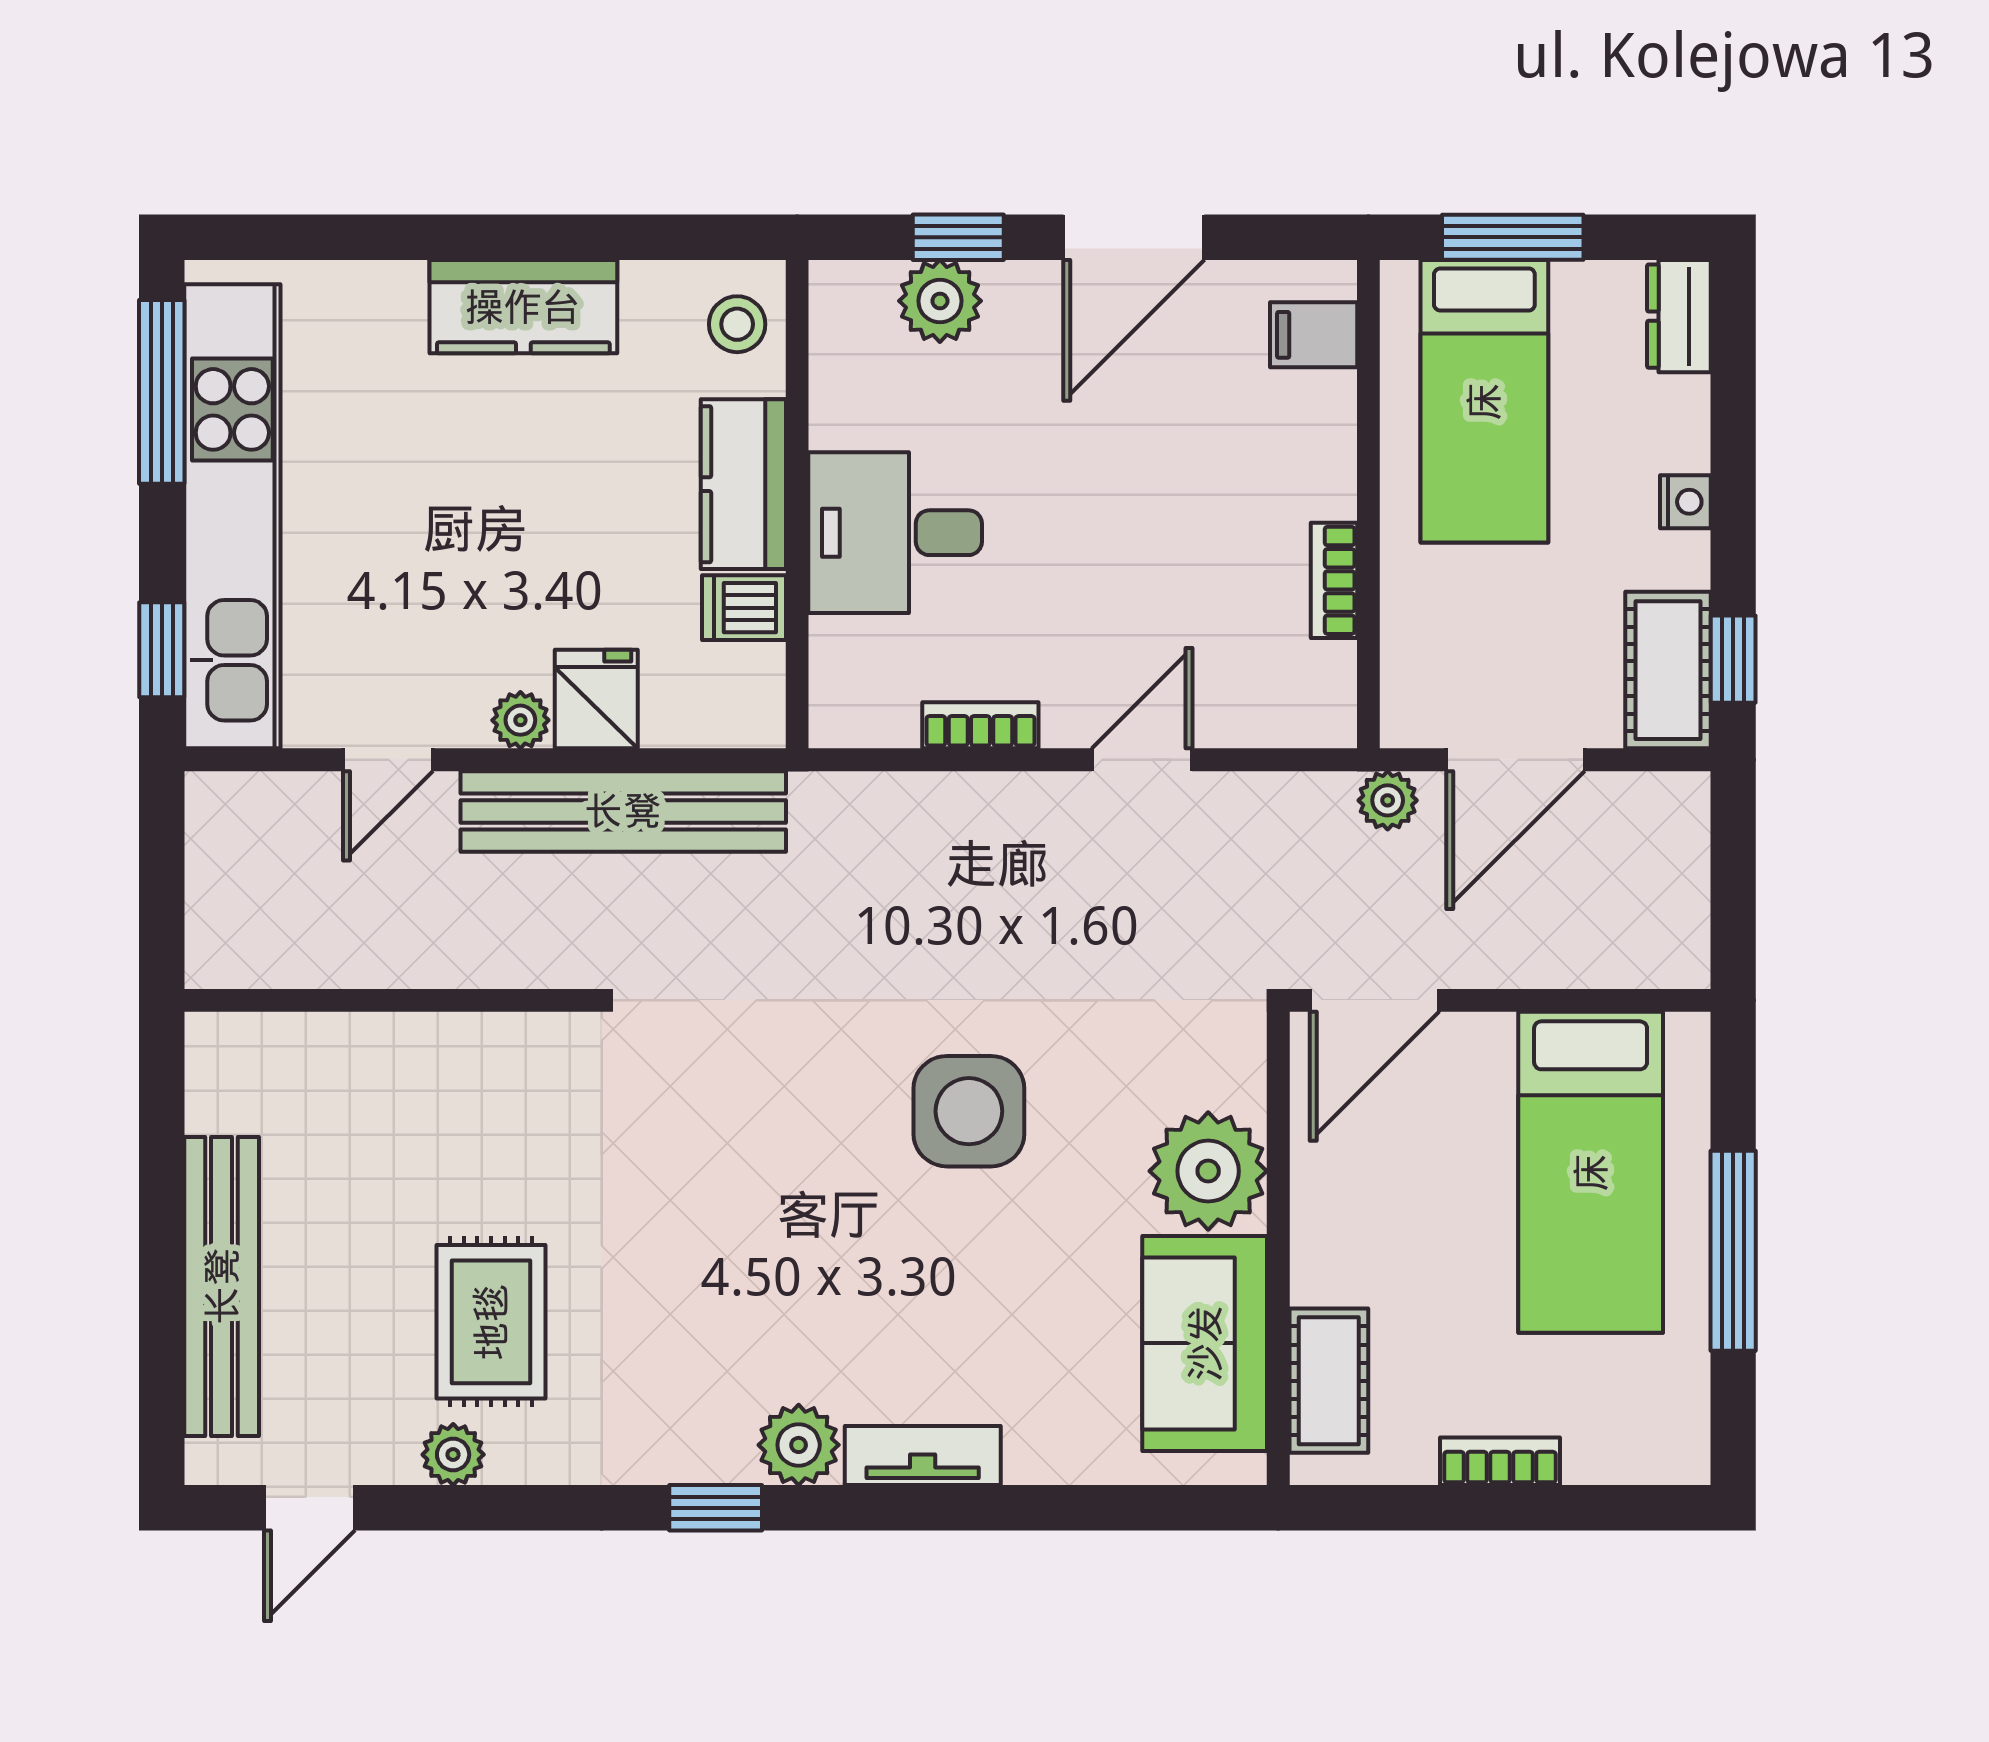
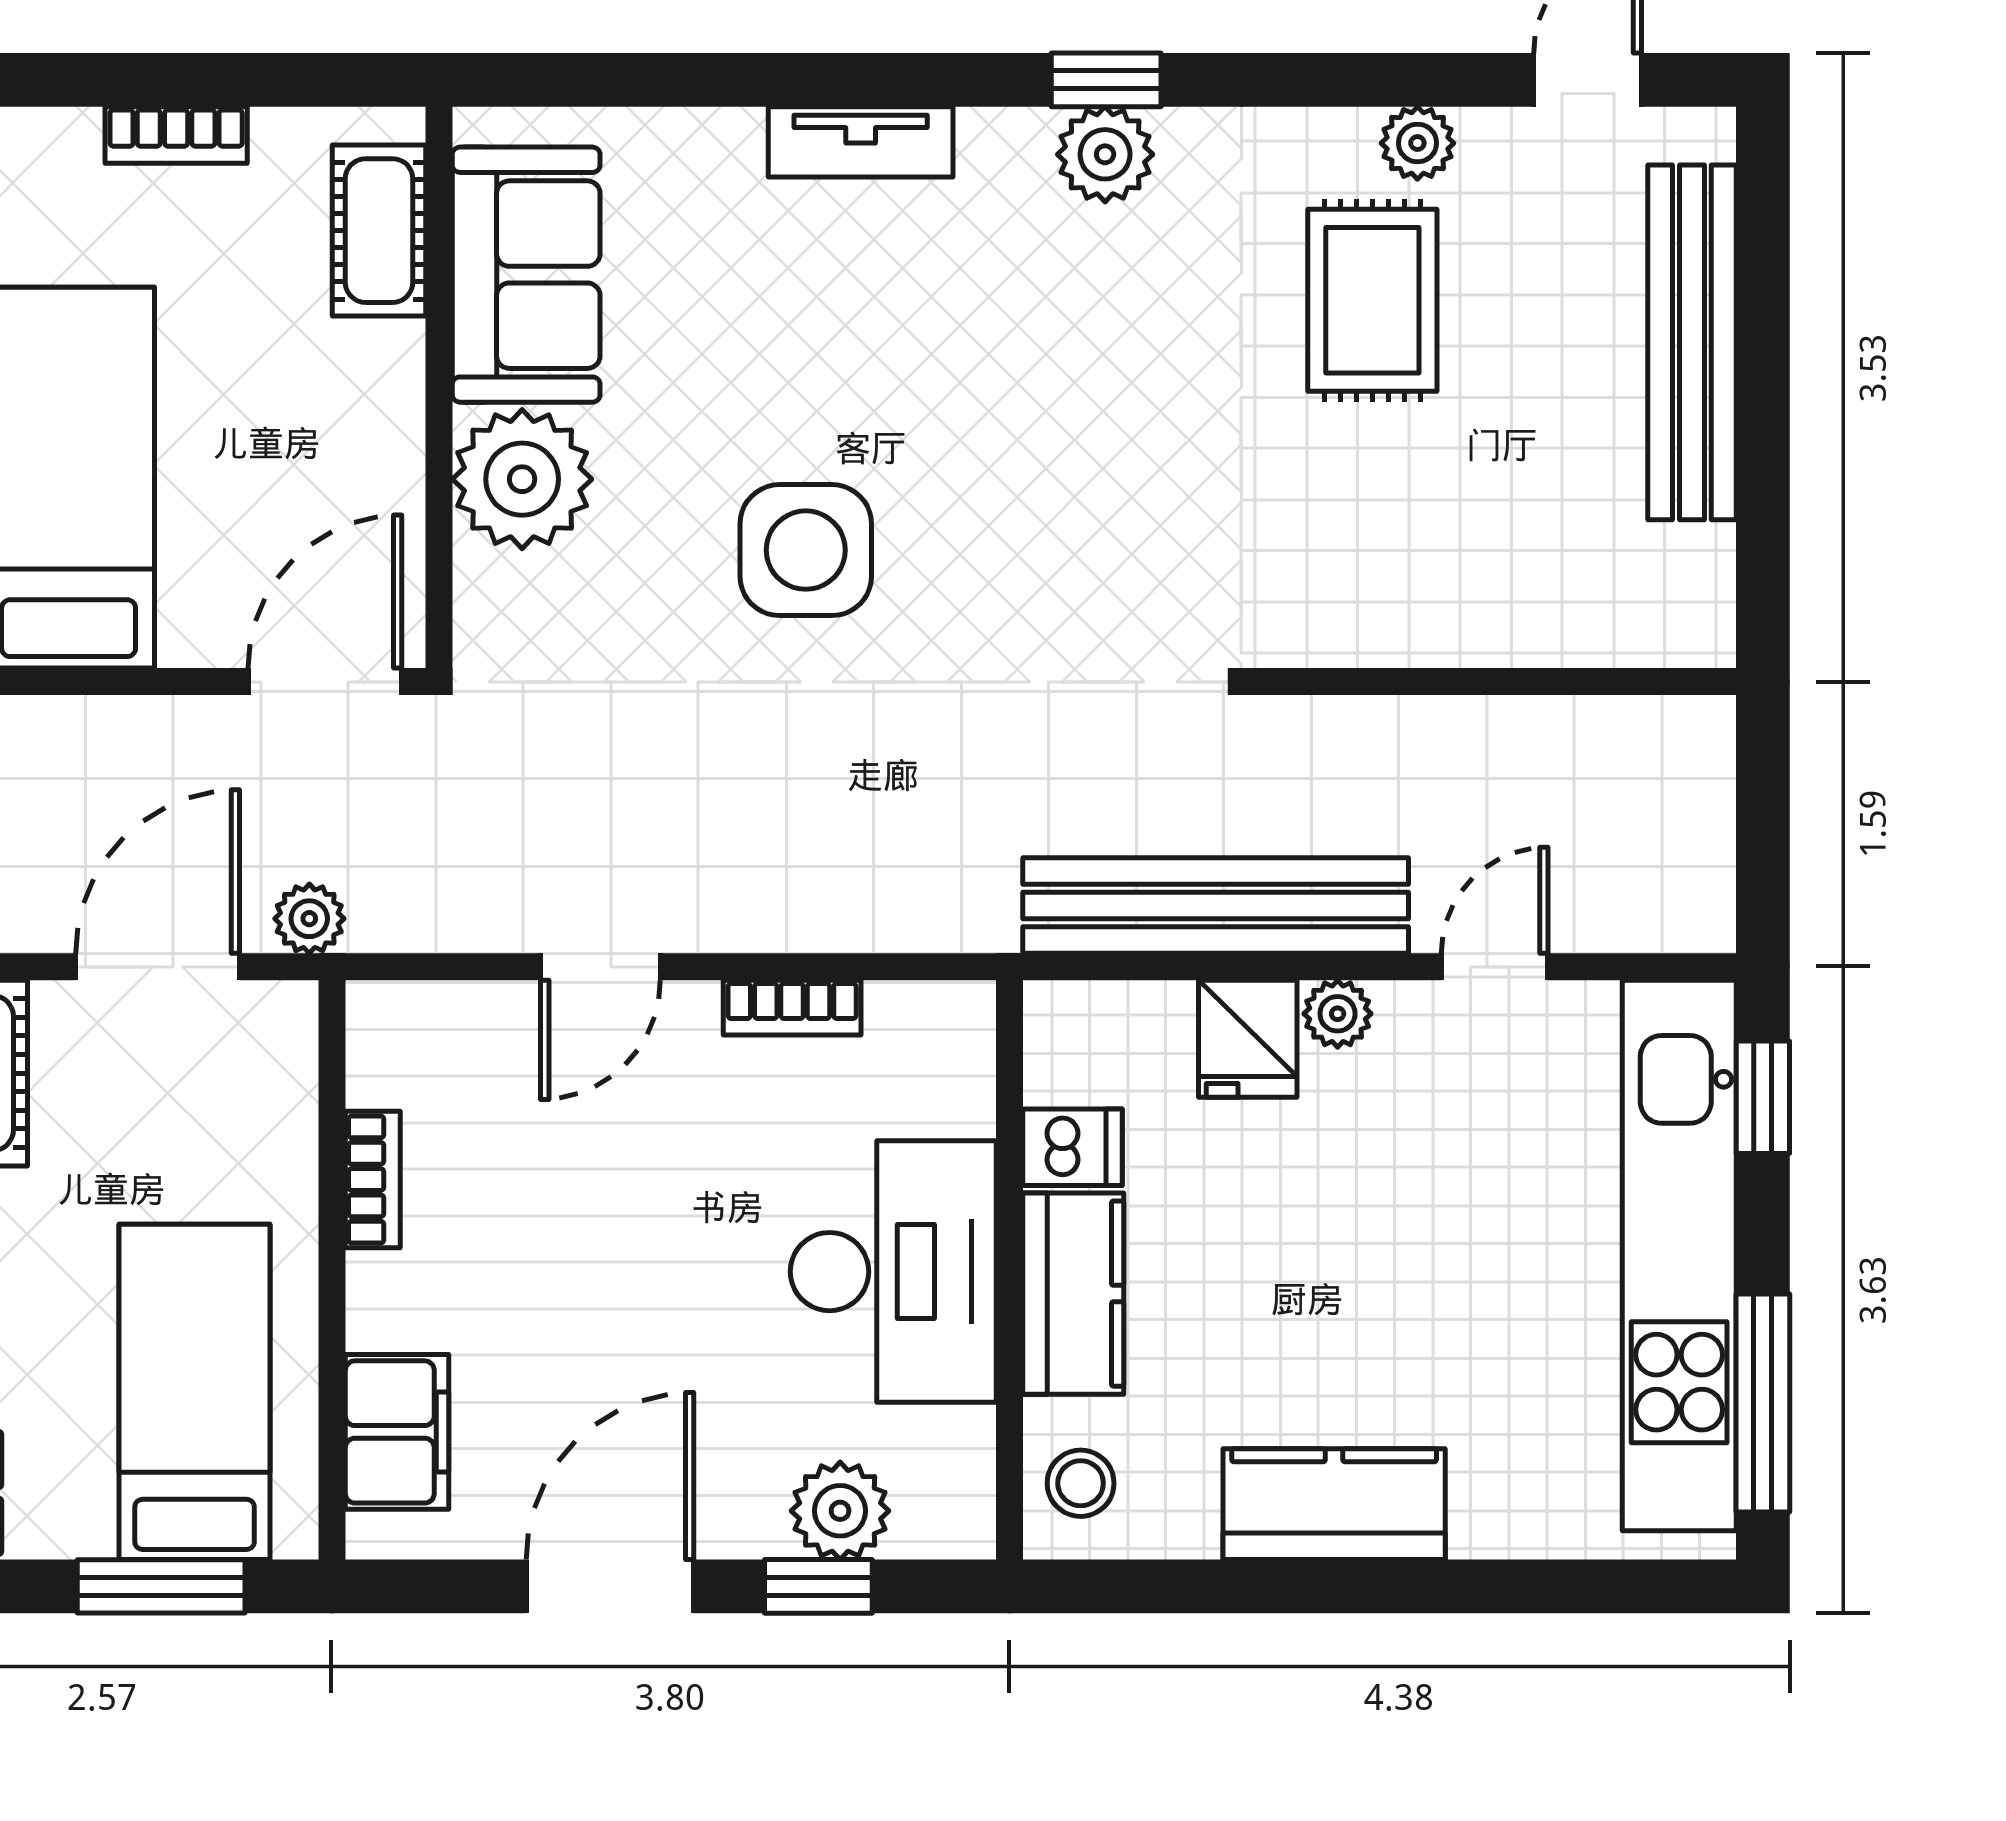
filing cabinet: (1314, 335) -> (397, 1432), width x2.00
desk: (895, 533) -> (893, 1272), width x1.37
plant: (799, 1445) -> (1105, 154), moved

